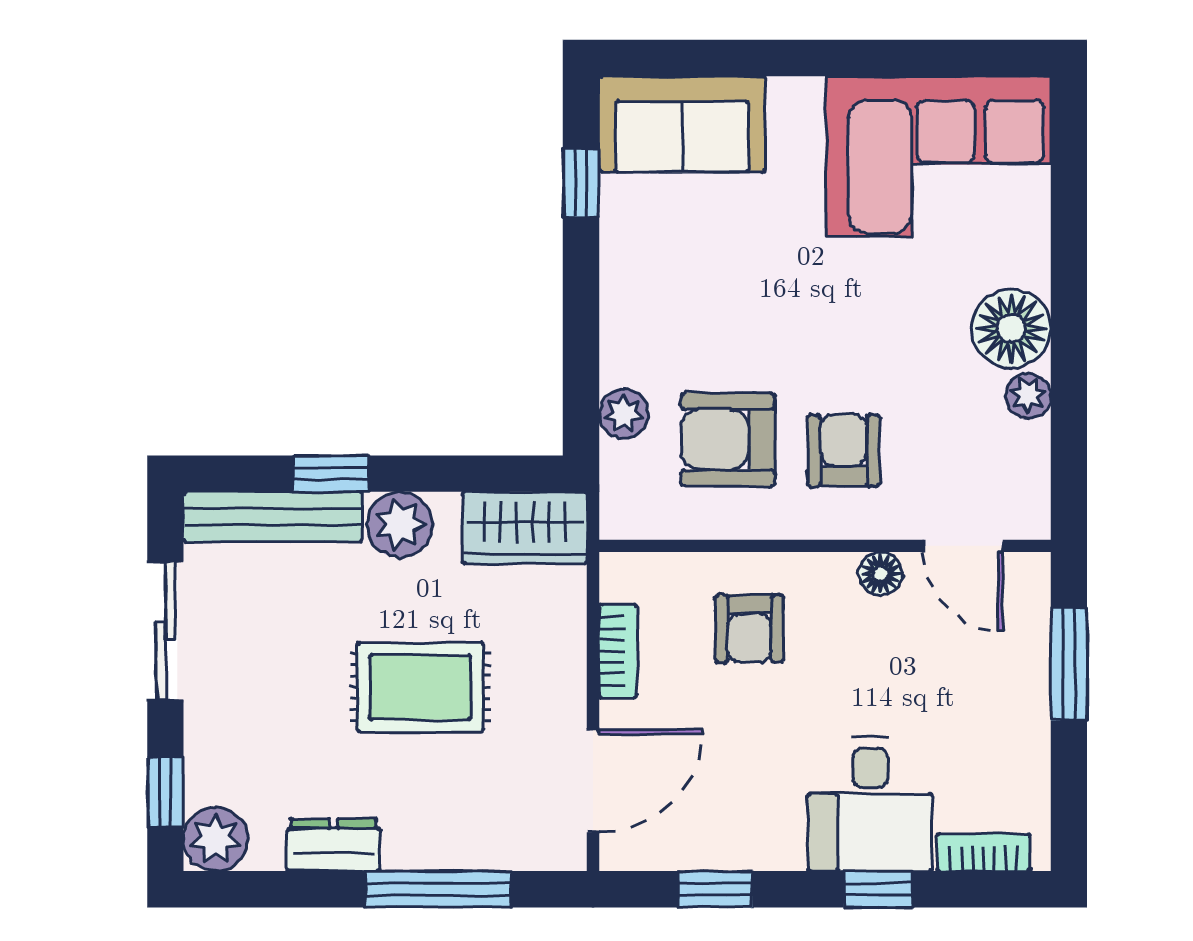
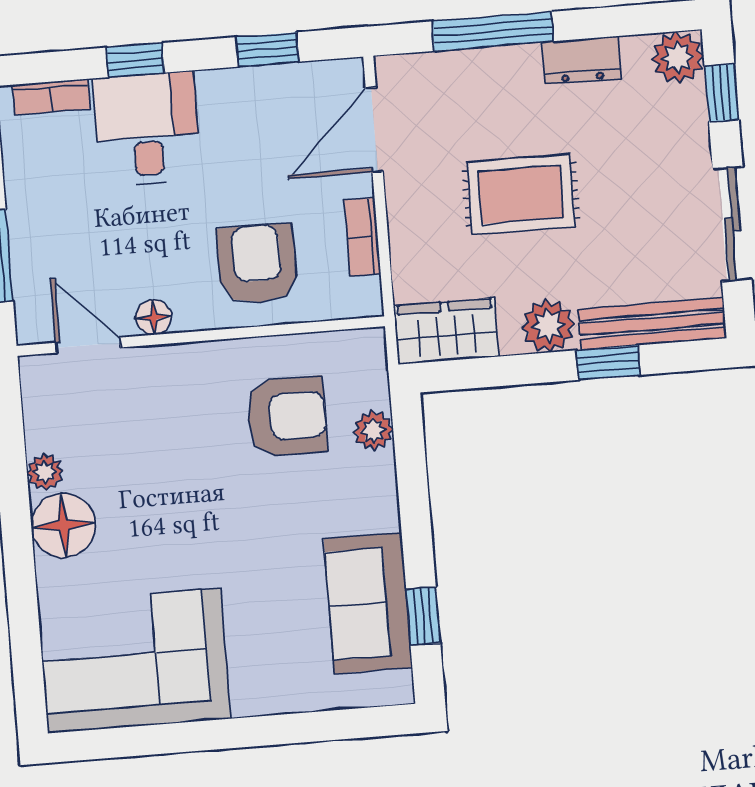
sofa: (682, 124) -> (368, 603), moved, turned -90
armchair: (844, 450) -> (192, 415), removed
armchair: (749, 629) -> (257, 264), width x1.38, depth x1.38

